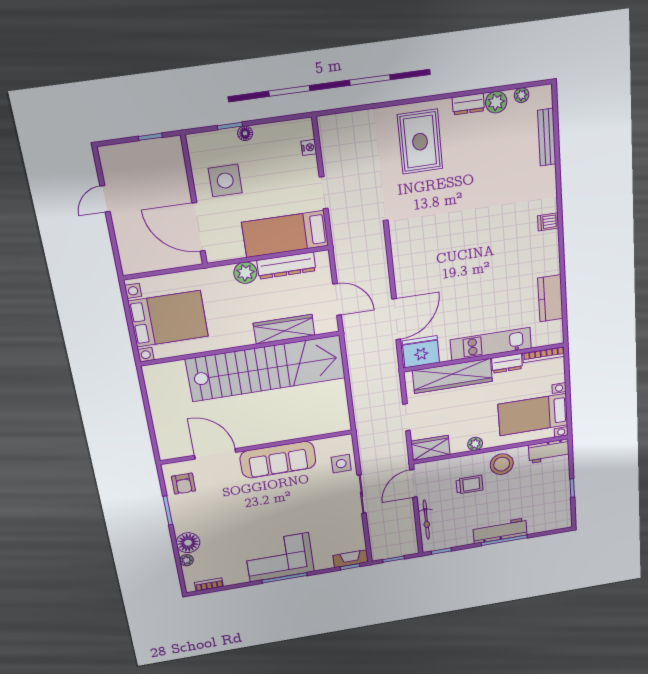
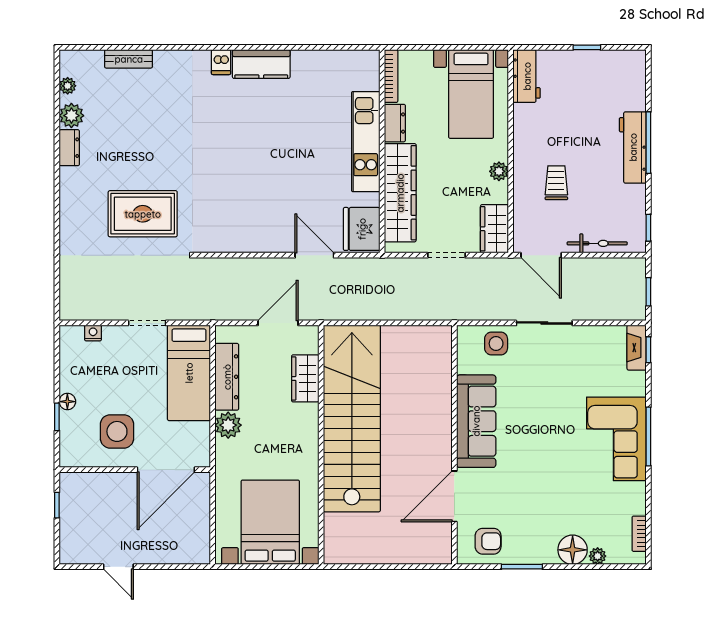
bench: (547, 137) -> (129, 59), width x0.73
rug: (420, 142) -> (143, 214), moved
kitchen counter: (550, 298) -> (261, 64), moved
door: (396, 319) -> (314, 255), width x0.73
wardrobe: (284, 329) -> (305, 378), width x0.67
stool: (502, 464) -> (534, 139), removed

